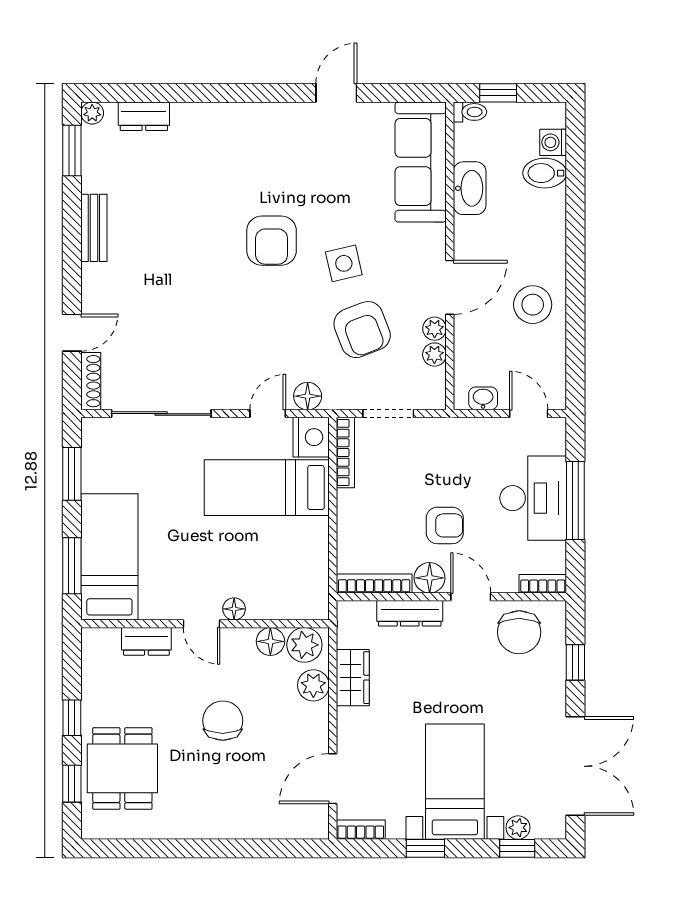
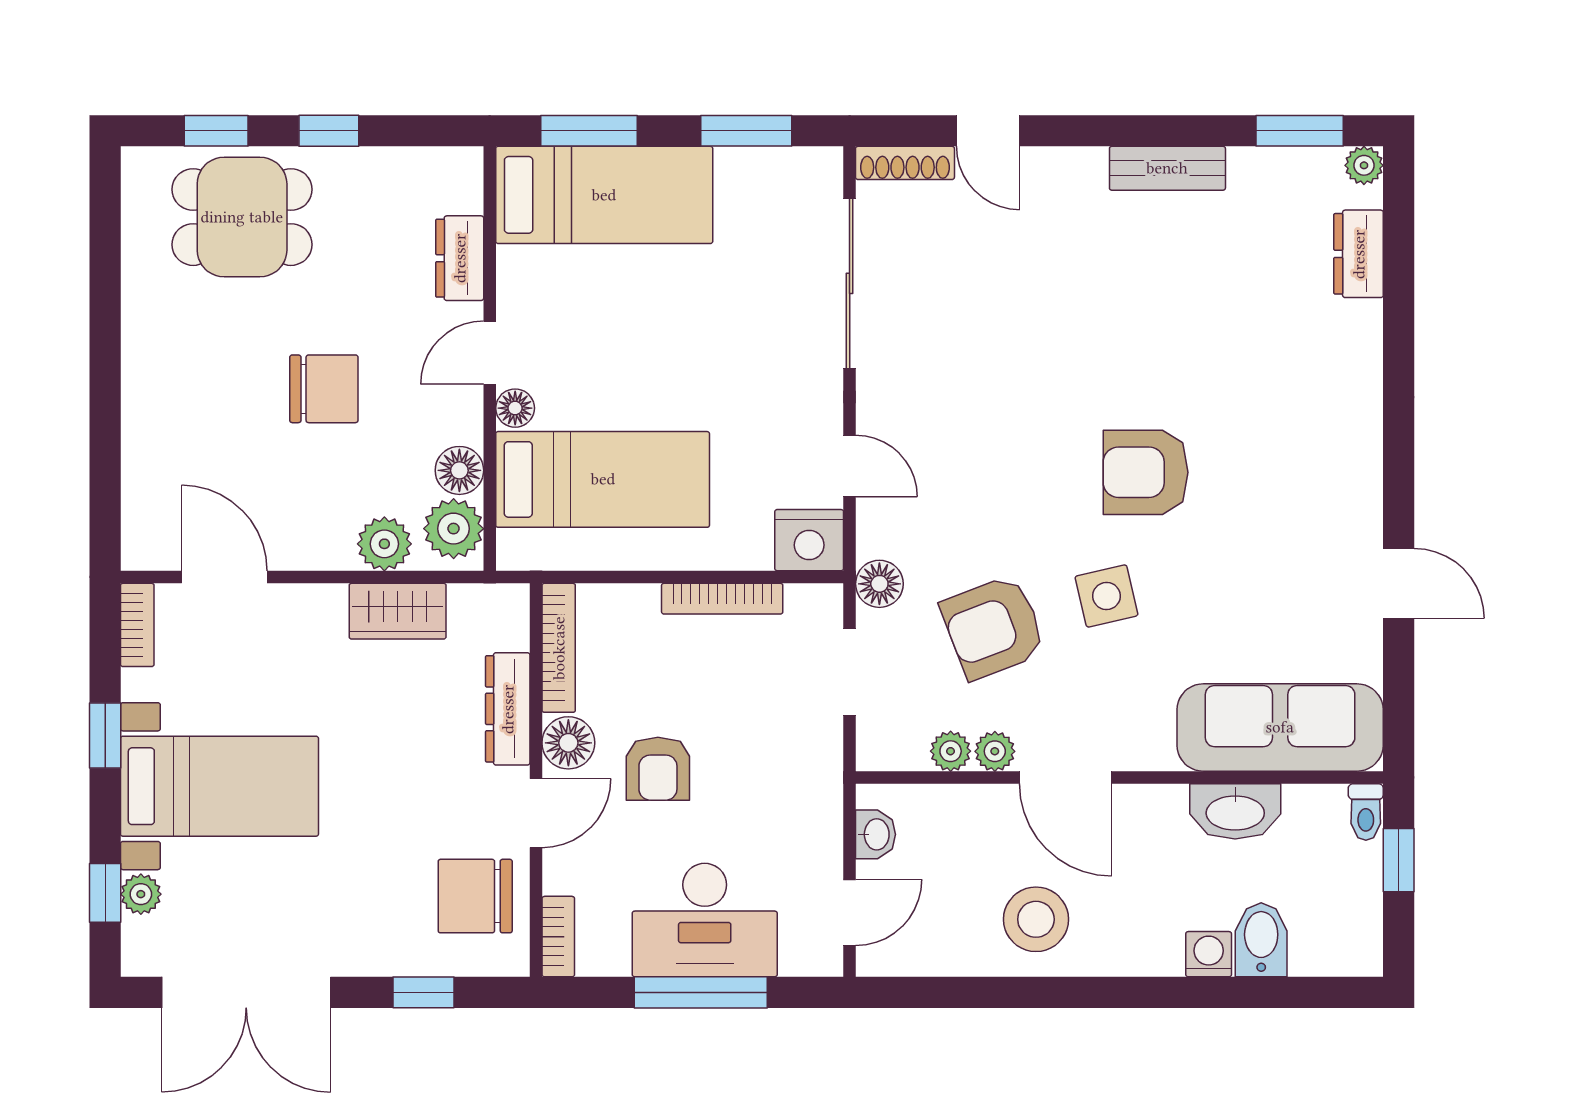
washing machine: (553, 142) -> (1209, 954), moved
floor lamp: (308, 396) -> (879, 584), moved
bookcase: (345, 453) -> (722, 599), moved
bed: (267, 488) -> (603, 479), moved, turned 90

